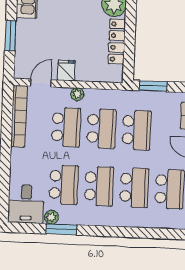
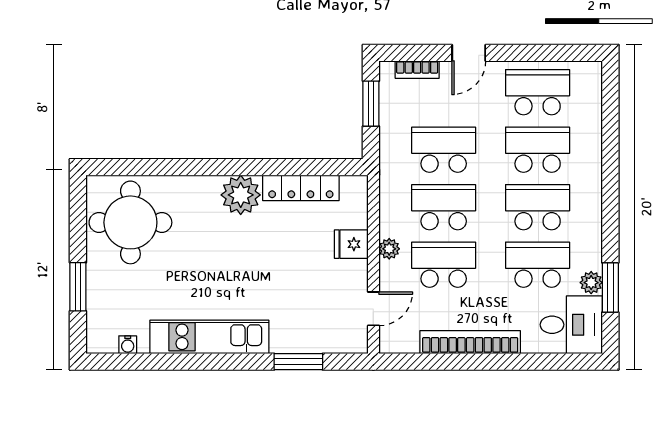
fridge: (66, 70) -> (351, 244), moved
door: (41, 83) -> (373, 309), swing flipped
window: (153, 86) -> (371, 104), moved
bookcase: (19, 116) -> (470, 342), moved
window: (61, 229) -> (610, 287), moved

